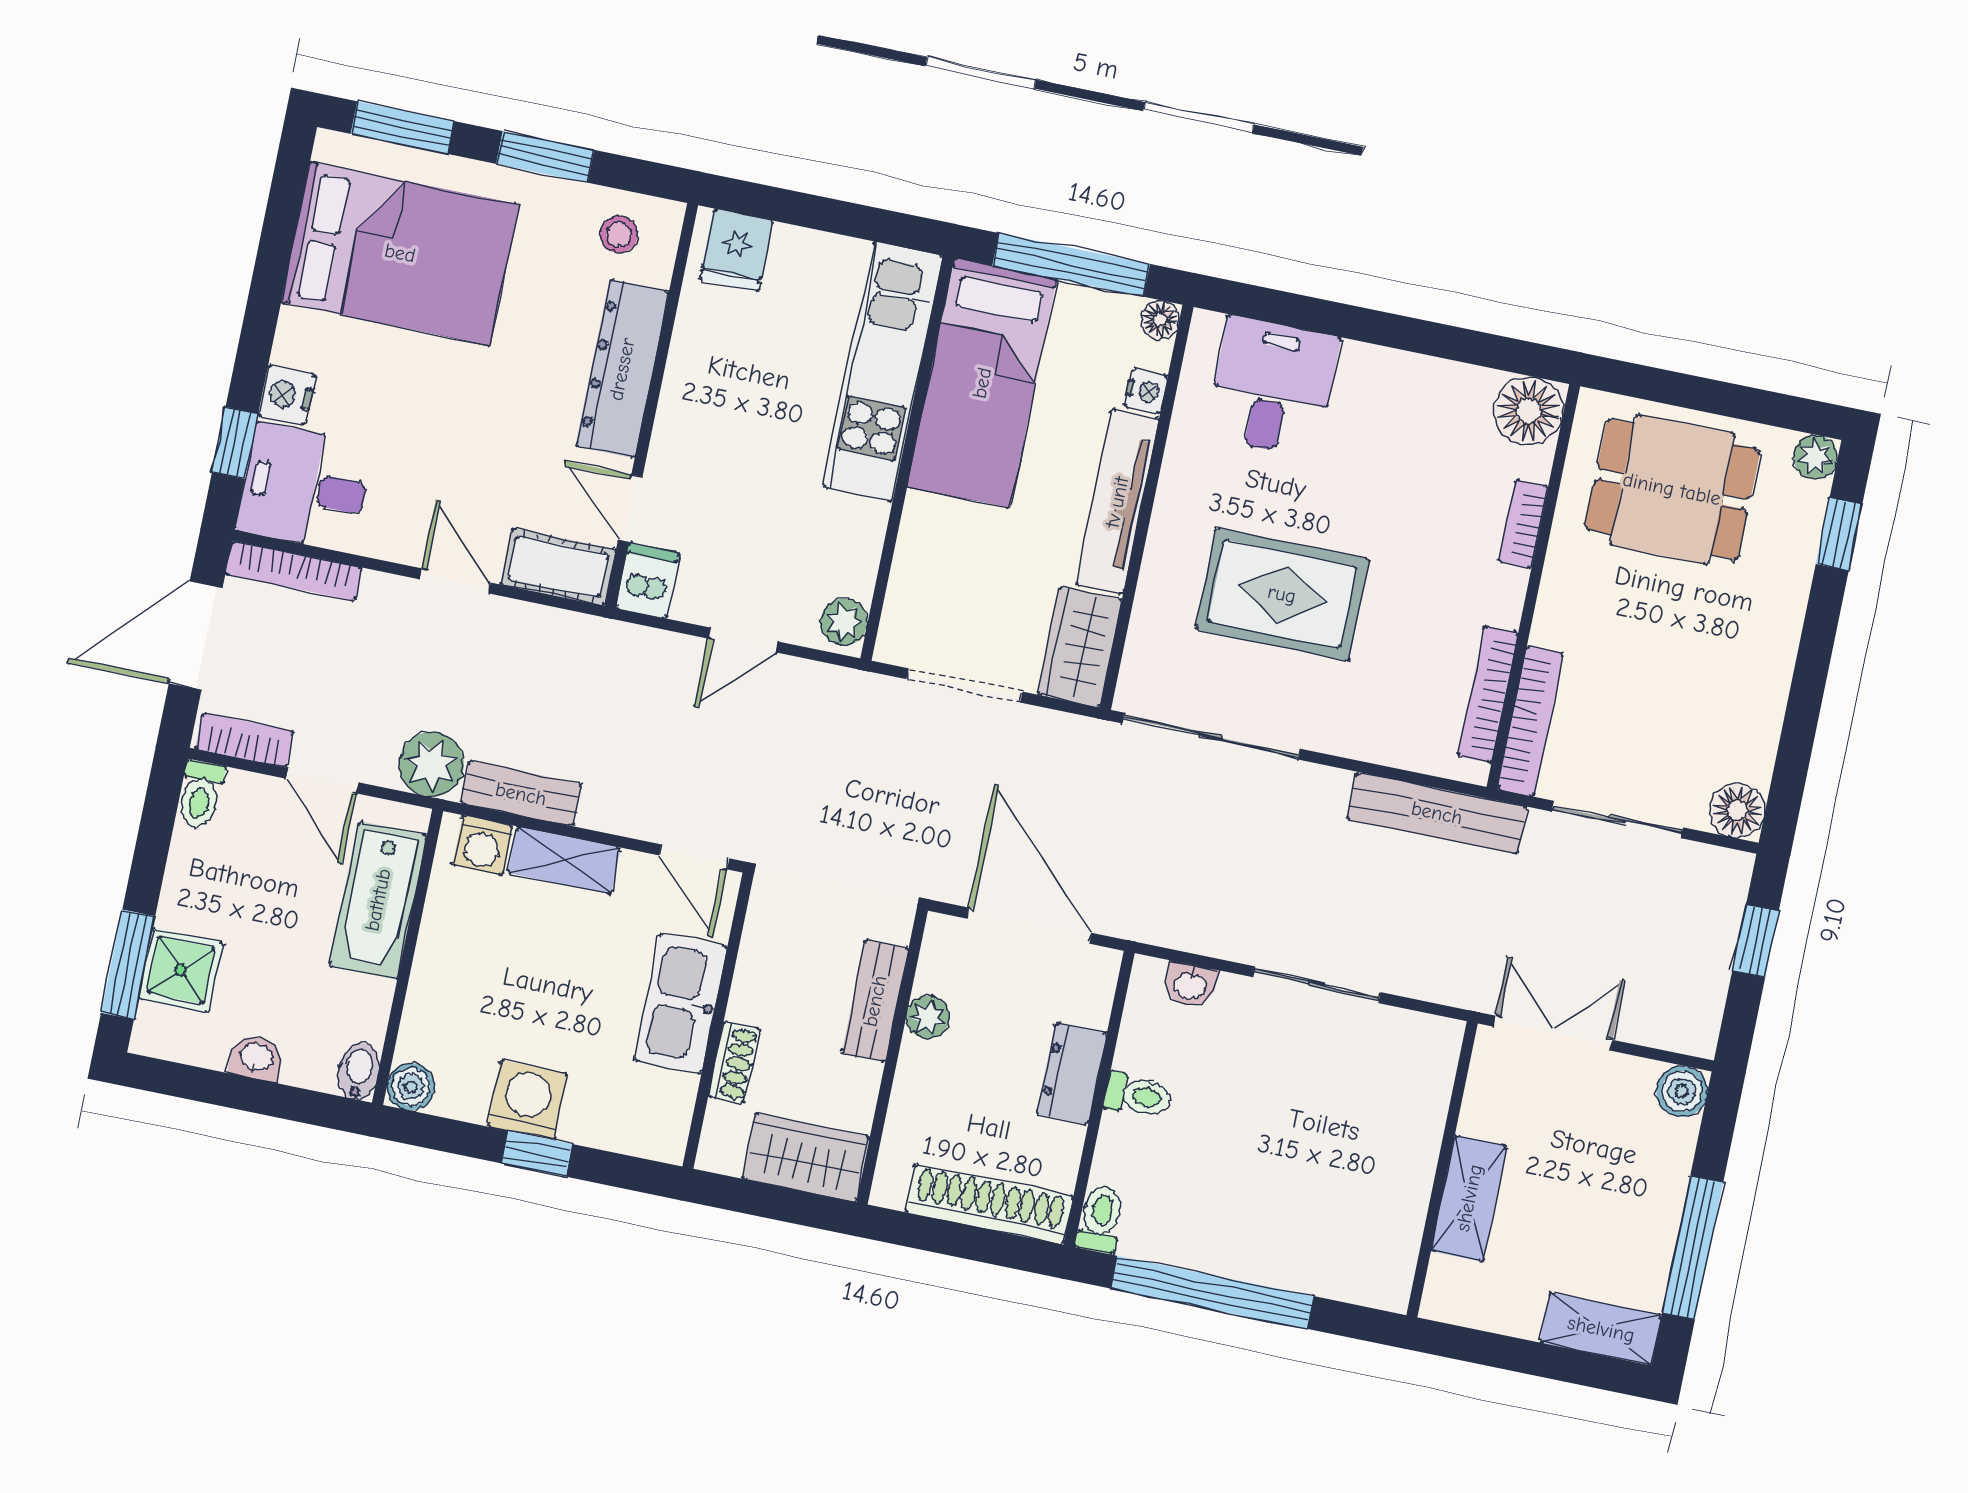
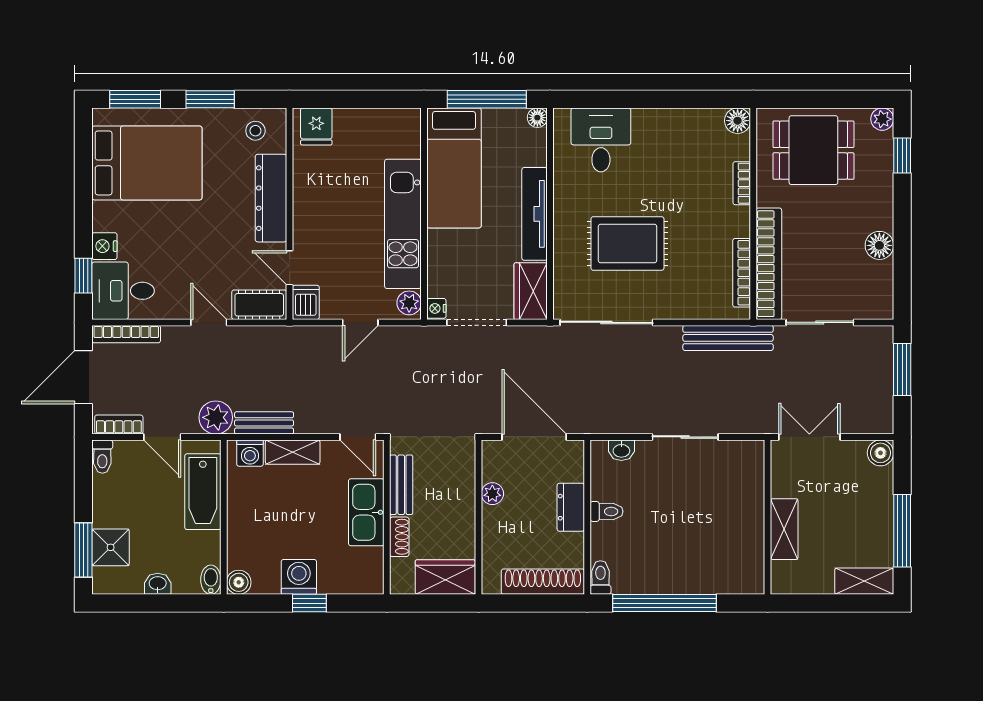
kitchen unit: (883, 372) -> (403, 224), moved
nightstand: (1146, 391) -> (436, 308), moved, turned 180
floor lamp: (1529, 411) -> (738, 121), width x0.73, depth x0.73
bookcase: (1531, 721) -> (769, 264), width x1.48, depth x1.31
floor lamp: (1737, 810) -> (879, 245), moved
window: (1756, 941) -> (902, 369), width x1.50
bench: (875, 1001) -> (401, 485), moved

